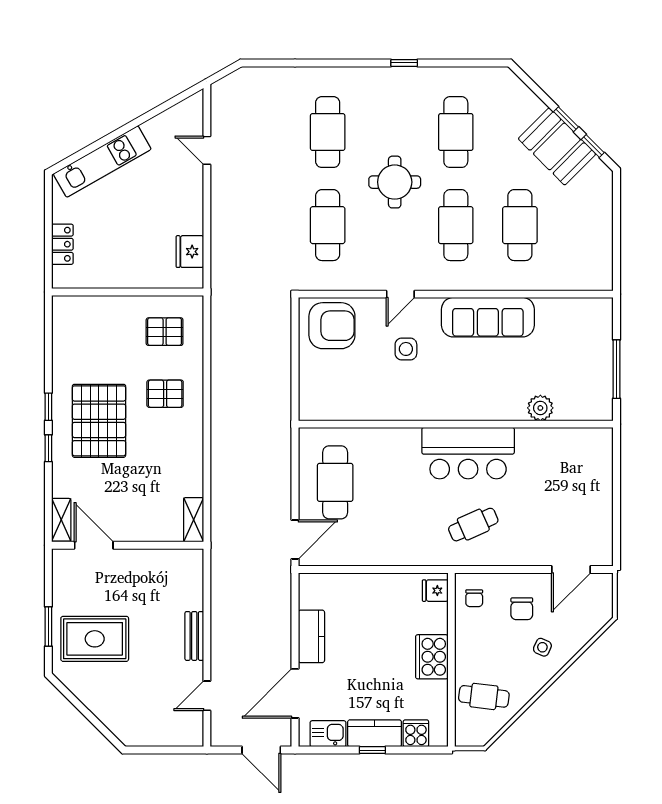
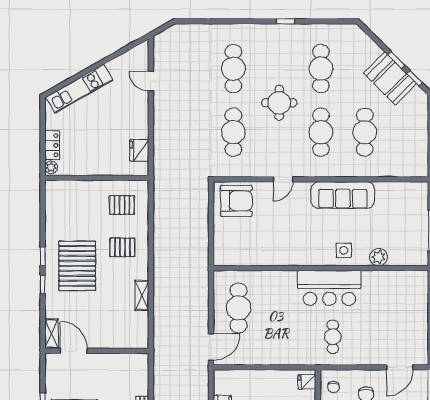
plant: (61, 276) -> (51, 167), added
side table: (406, 349) -> (344, 250), moved
shelving: (194, 520) -> (142, 295), moved
cafe table: (473, 525) -> (333, 337), turned -66

